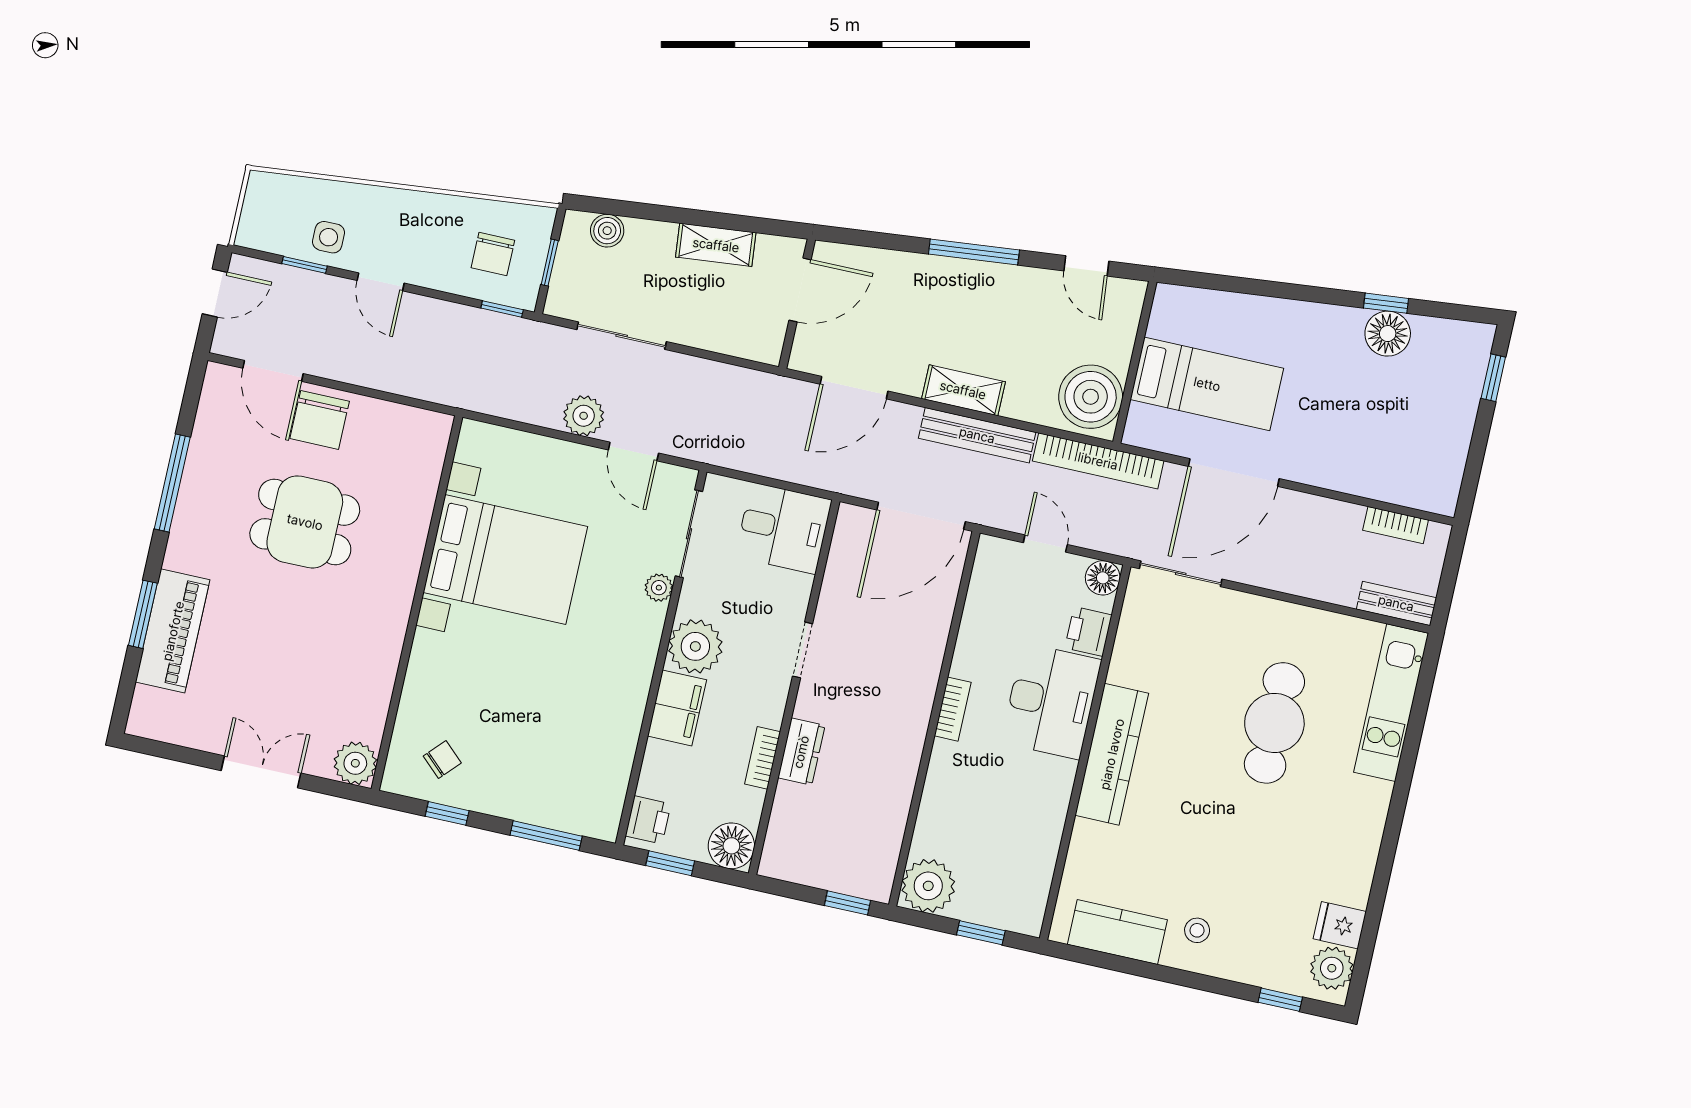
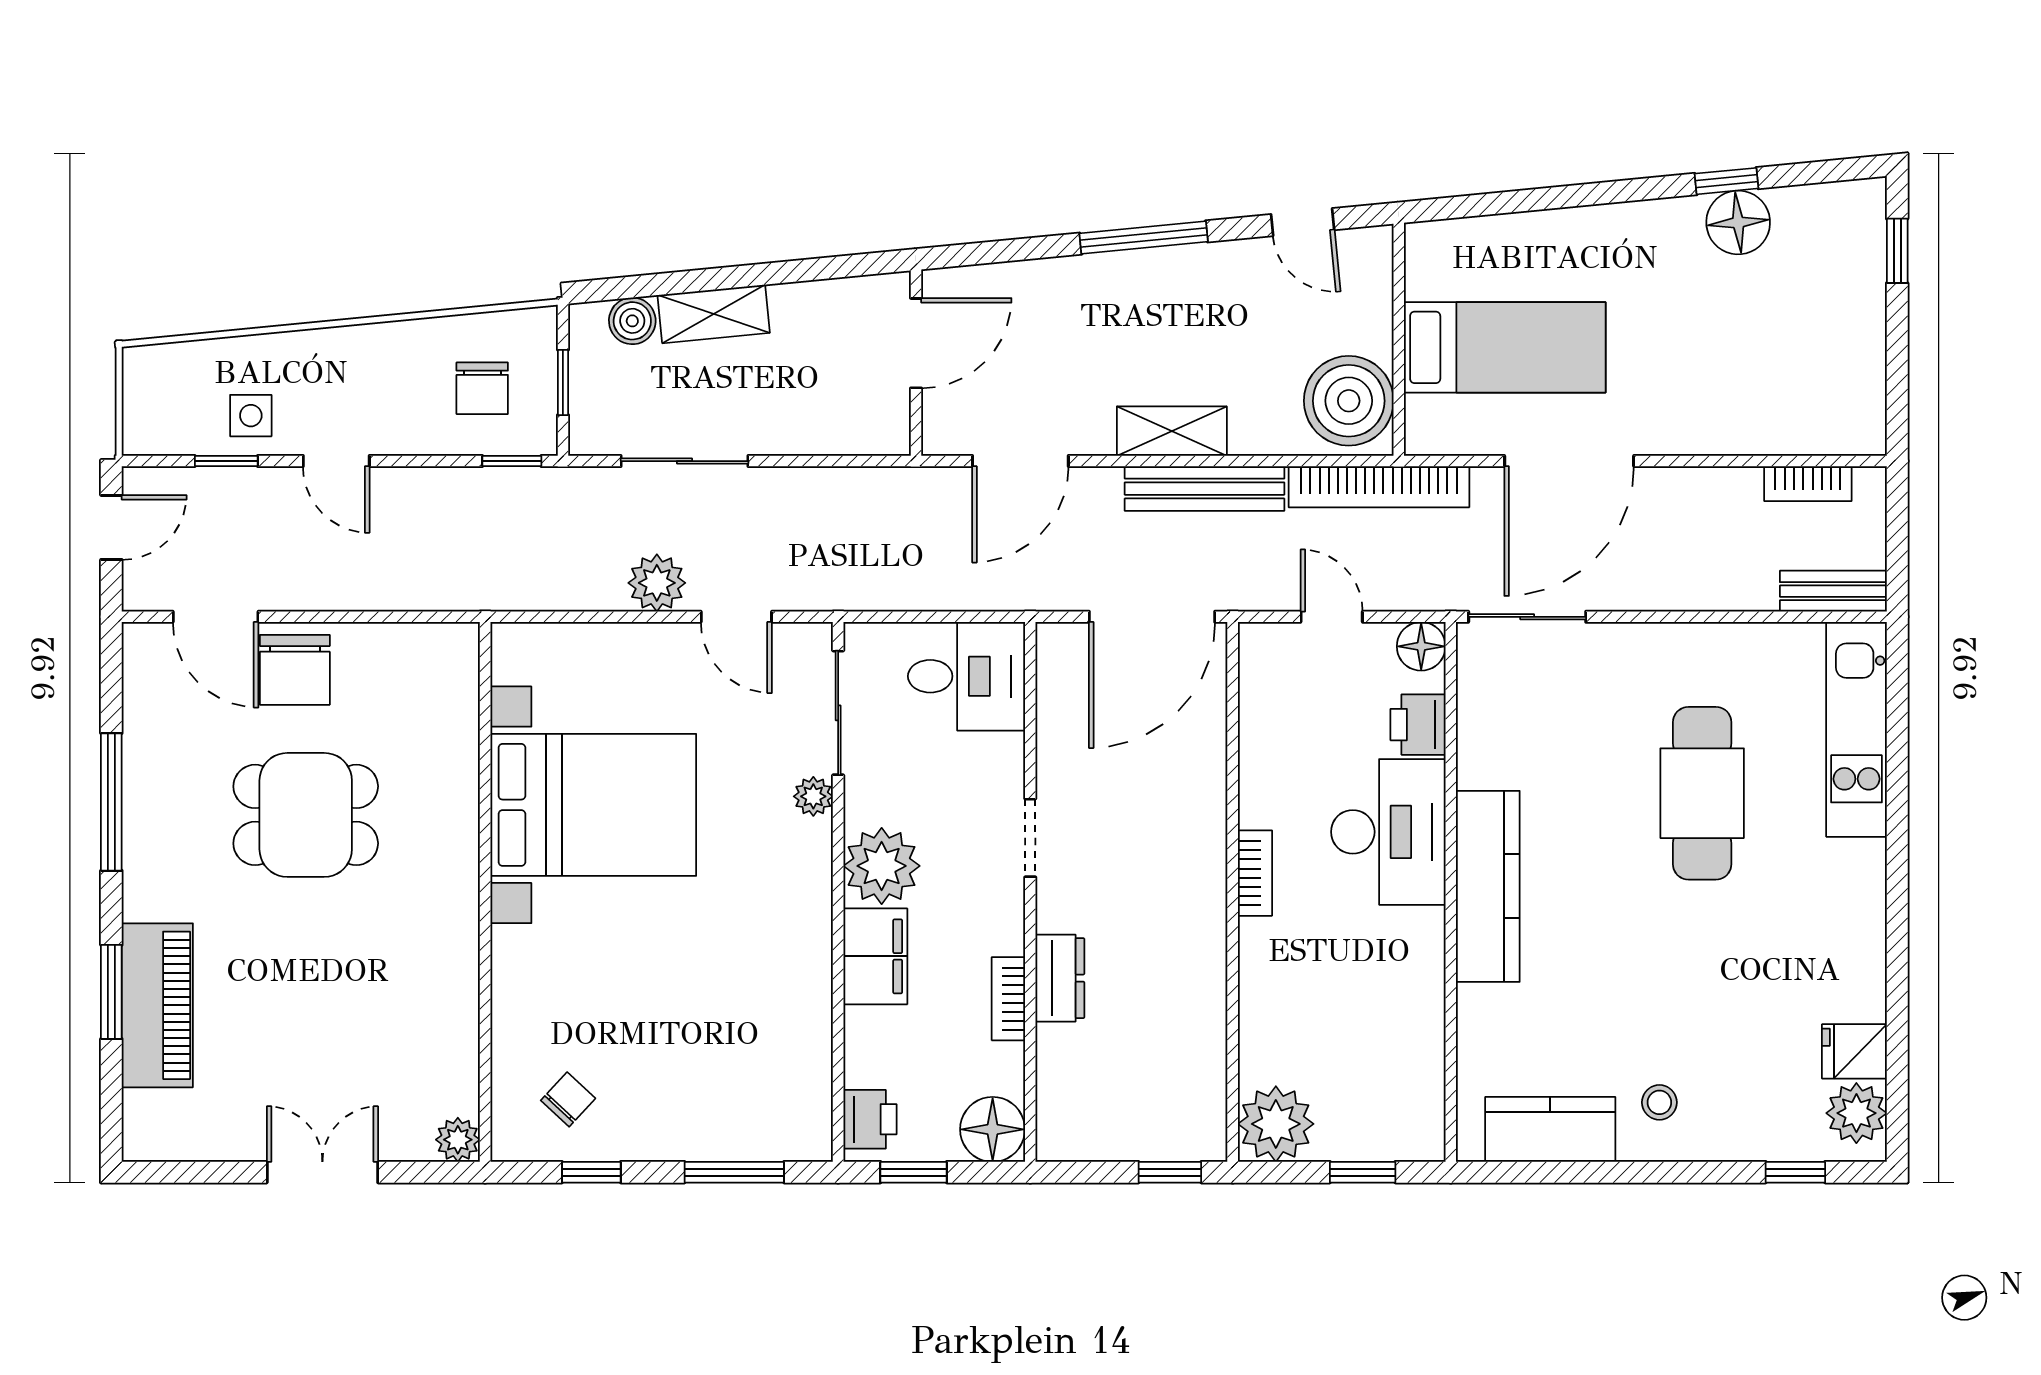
shelving: (716, 245) -> (714, 314), moved
plant: (355, 763) -> (458, 1140), width x0.73, depth x0.73

